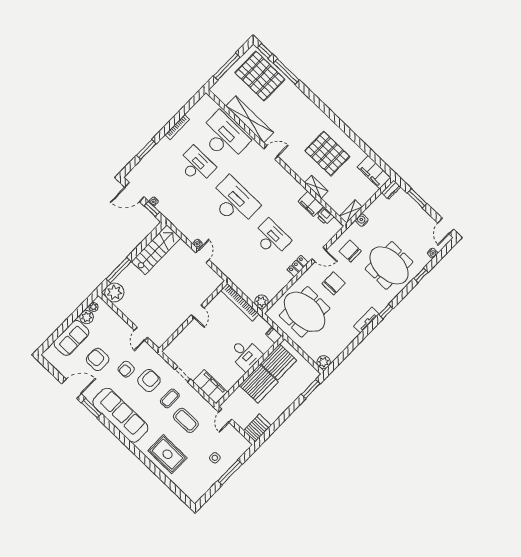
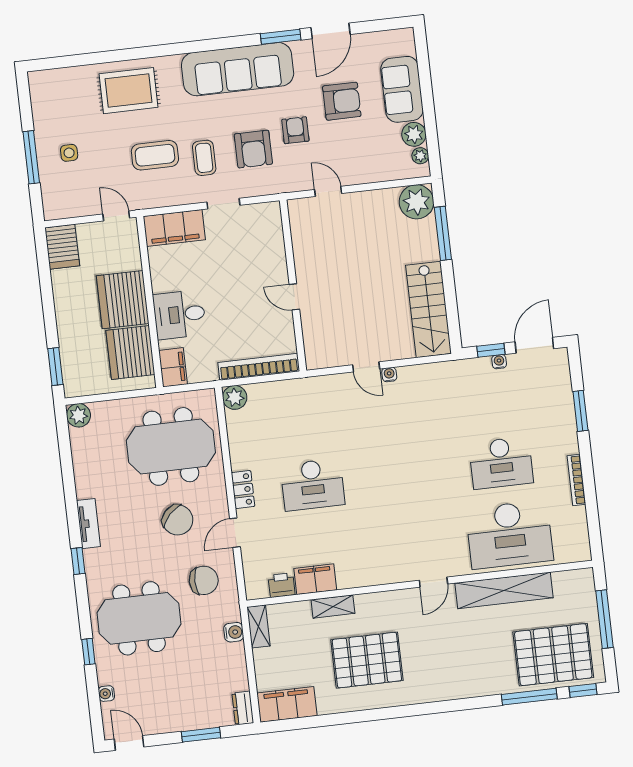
desk: (234, 202) -> (407, 474), removed
chair: (334, 283) -> (178, 520), turned -46
filing cabinet: (274, 335) -> (173, 367), width x2.00

